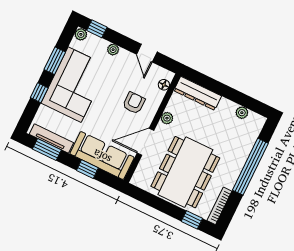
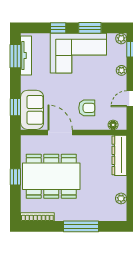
plant: (167, 118) -> (87, 140), removed
sofa: (102, 156) -> (32, 110), width x0.73
window: (250, 167) -> (81, 226), width x0.68
window: (87, 169) -> (15, 107), moved
window: (192, 220) -> (15, 177), moved

